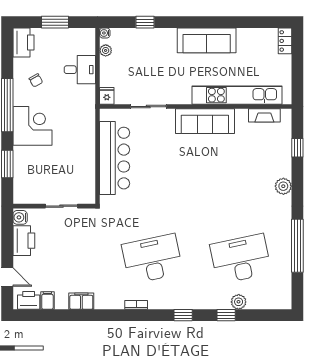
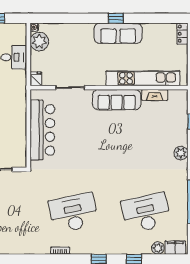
window: (145, 22) -> (116, 18), moved
plant: (106, 50) -> (39, 42), width x1.88, depth x1.88
fireplace: (264, 115) -> (155, 95), moved
filing cabinet: (81, 301) -> (175, 248), moved
plant: (239, 302) -> (158, 248), moved

